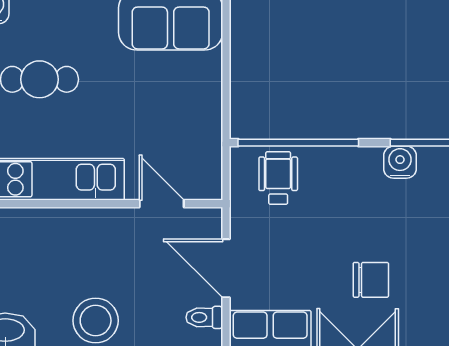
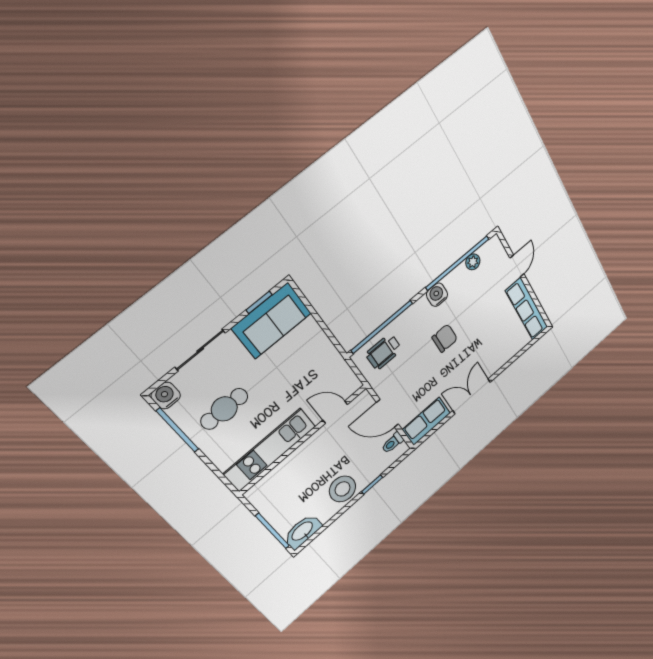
wheelchair: (278, 178) -> (384, 352), turned -90
chair: (371, 280) -> (445, 338), moved

